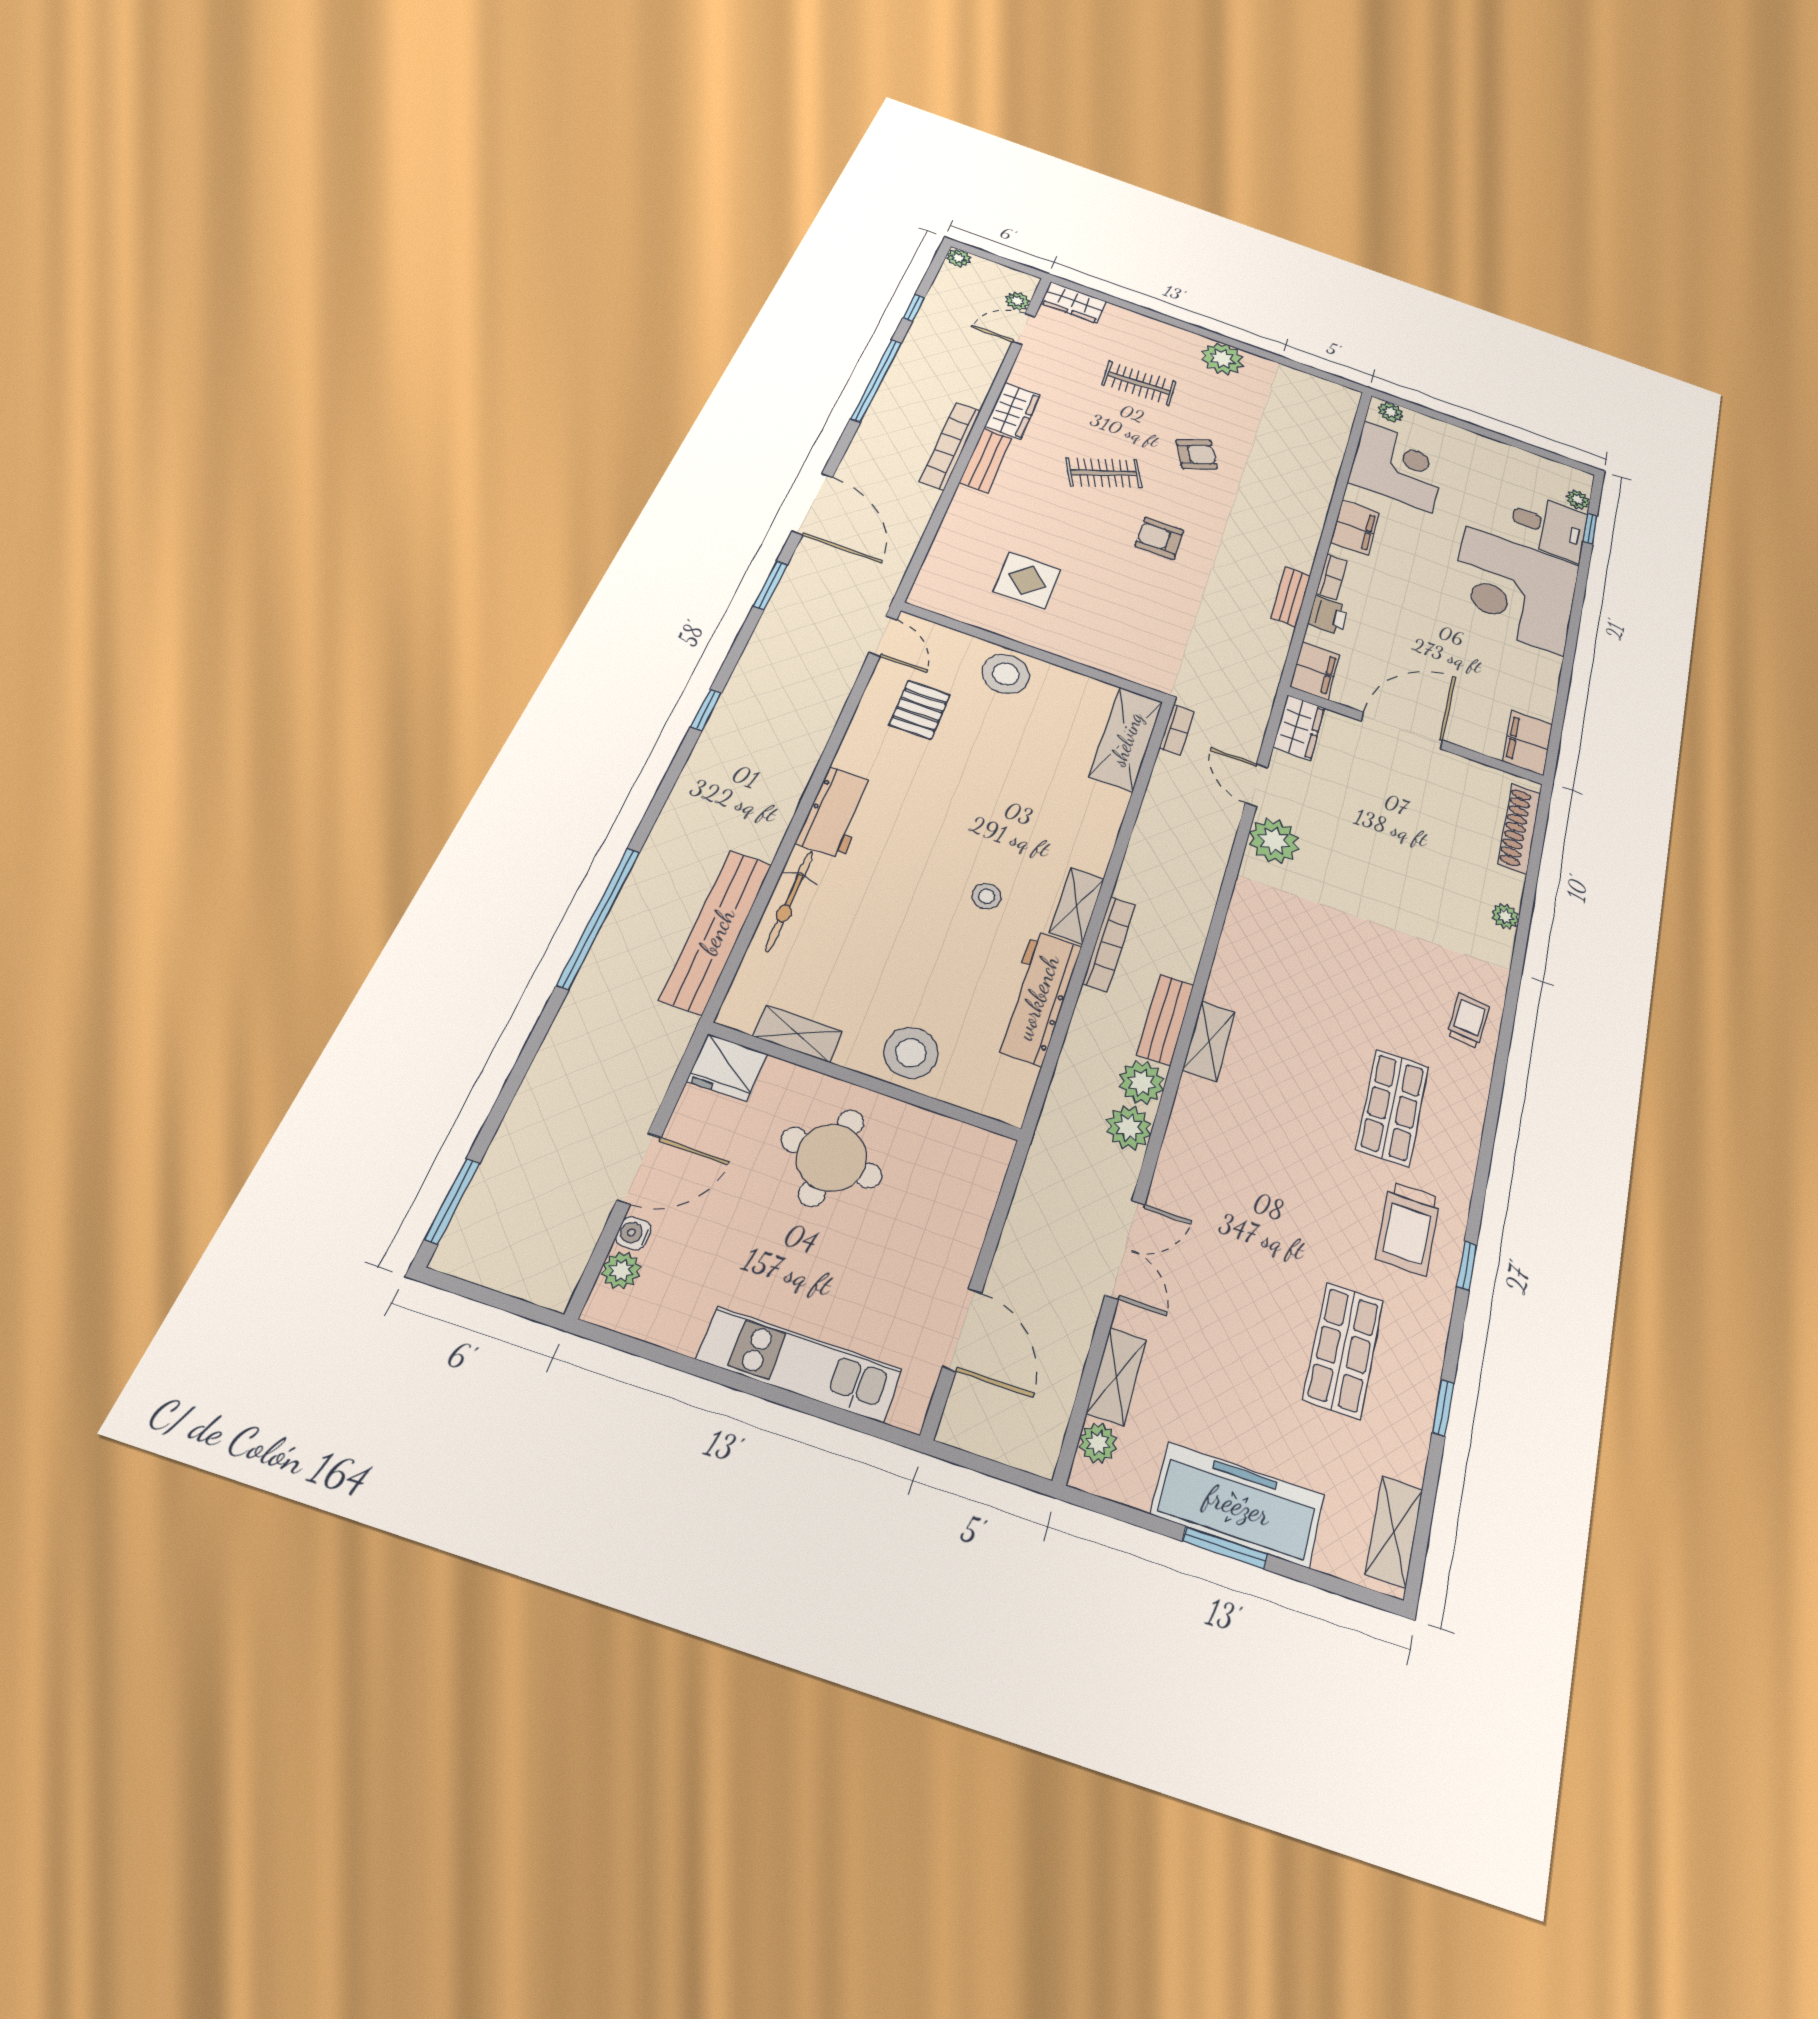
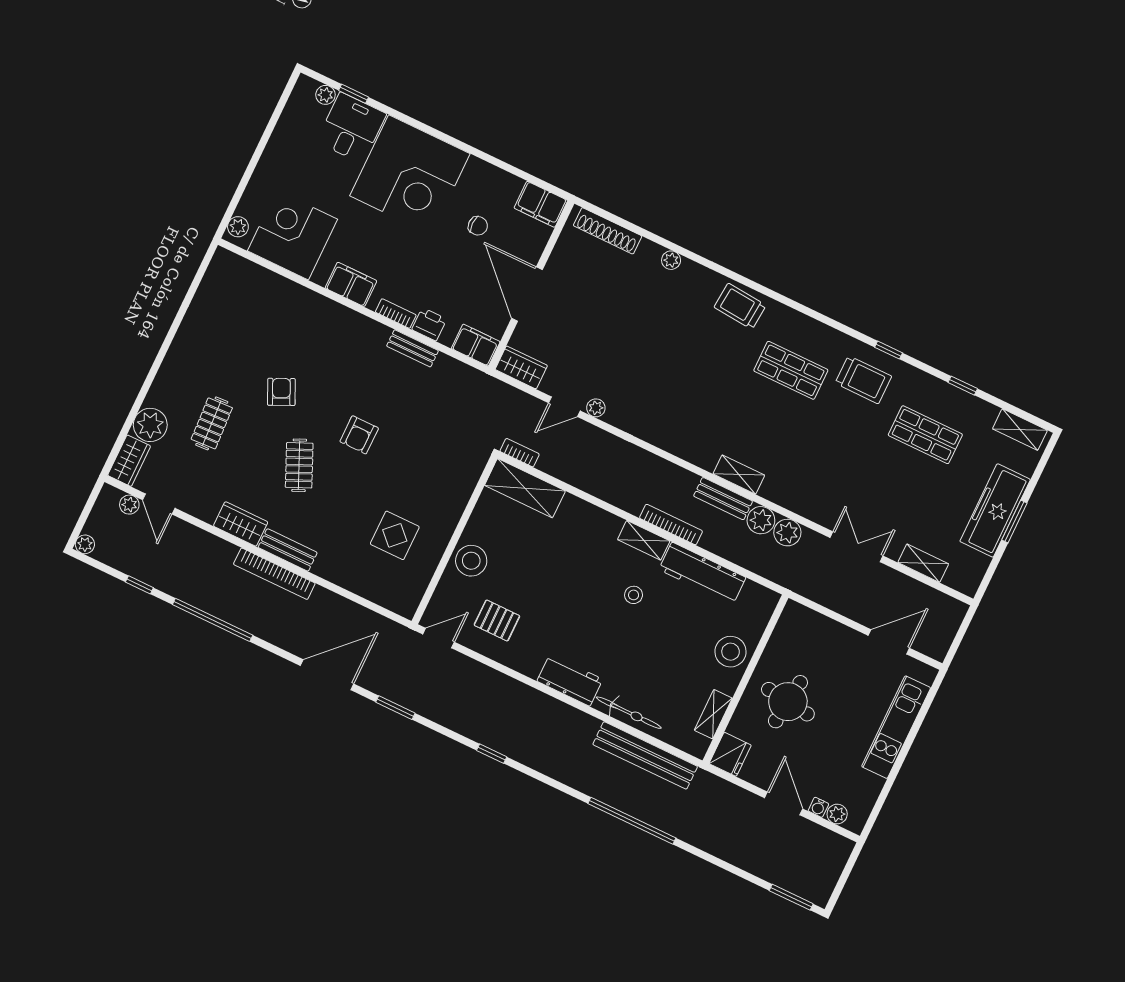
plant: (1222, 359) -> (150, 425), moved
chair: (1474, 668) -> (478, 226), added
plant: (1274, 841) -> (596, 408), width x0.53, depth x0.53
trolley: (1468, 1020) -> (740, 306), width x1.36, depth x1.39
plant: (1098, 1443) -> (955, 579), removed

